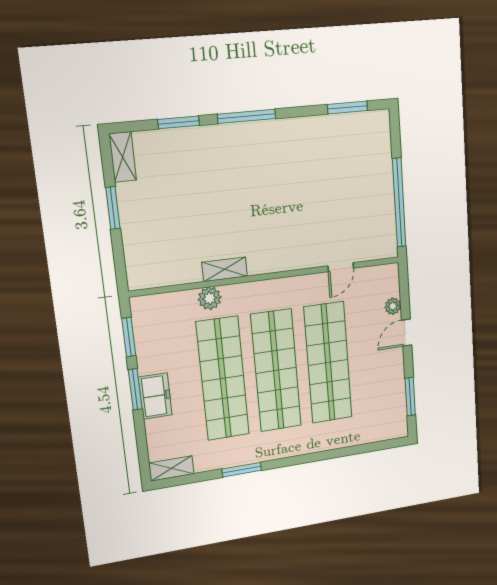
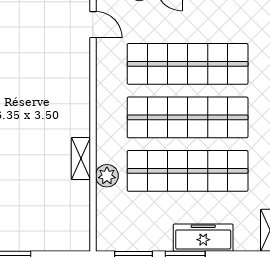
door: (341, 267) -> (93, 25), moved
freezer: (155, 396) -> (203, 238), width x1.40

